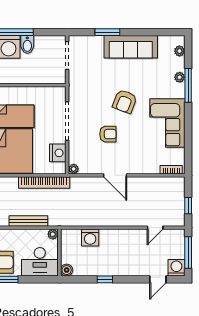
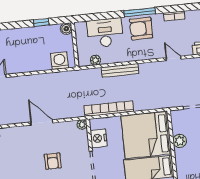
armchair: (108, 134) -> (53, 161), turned -90
wall: (59, 253) -> (75, 45), moved
boiler: (67, 270) -> (66, 29), moved

